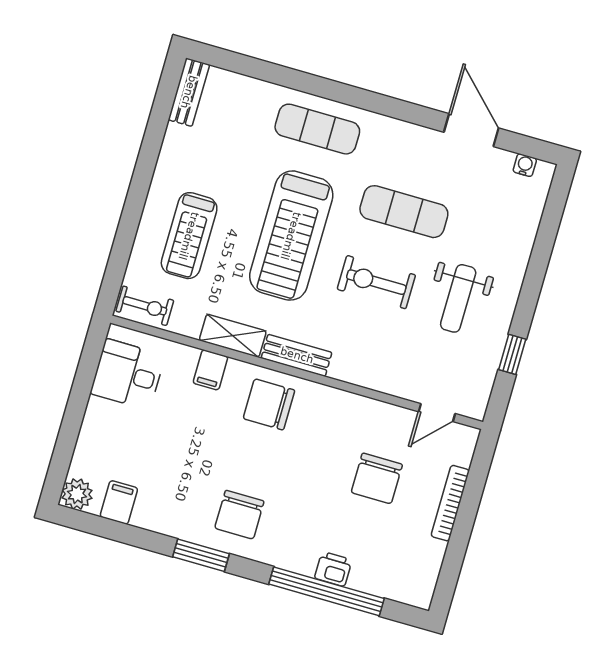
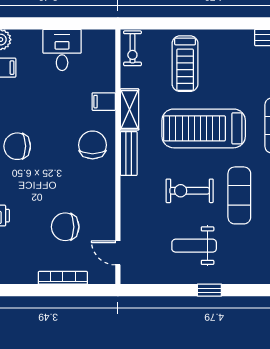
treadmill: (189, 236) -> (185, 64), turned -90
exercise bike: (376, 282) -> (190, 191), turned -90
window: (512, 354) -> (209, 290), moved
desk: (128, 374) -> (62, 50), moved

